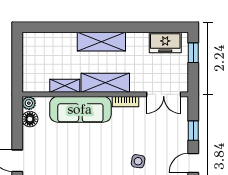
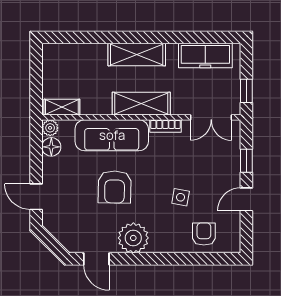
freezer: (165, 42) -> (205, 55), width x1.40
window: (193, 53) -> (246, 91), moved
shelving: (65, 86) -> (62, 107), moved
armchair: (83, 153) -> (115, 187), added

